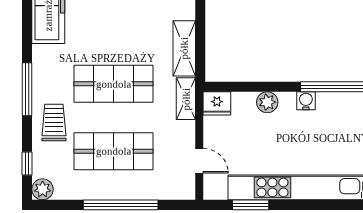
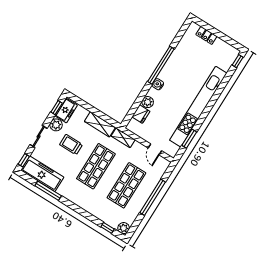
window: (27, 89) -> (48, 191), moved
fridge: (217, 103) -> (141, 114), moved
trolley: (54, 123) -> (71, 145), moved
door: (199, 161) -> (155, 149), swing flipped

